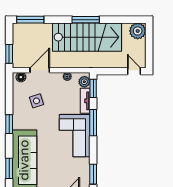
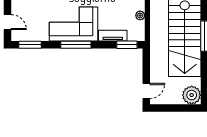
plant: (84, 82) -> (134, 35), removed
window: (93, 123) -> (76, 45), moved

